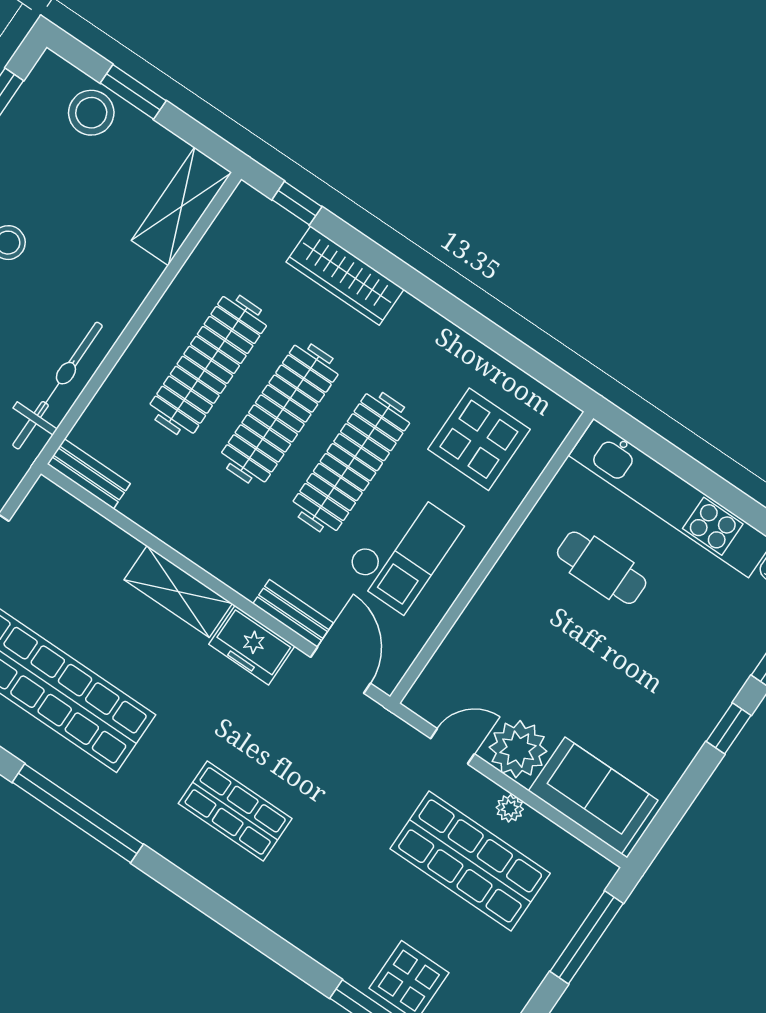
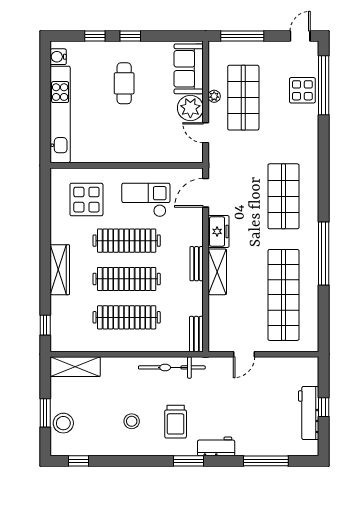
wardrobe: (345, 276) -> (60, 270), moved
cafe table: (602, 568) -> (124, 83), moved
bench: (293, 613) -> (197, 264), moved
shop shelf: (235, 811) -> (283, 196), width x1.43, depth x1.36

